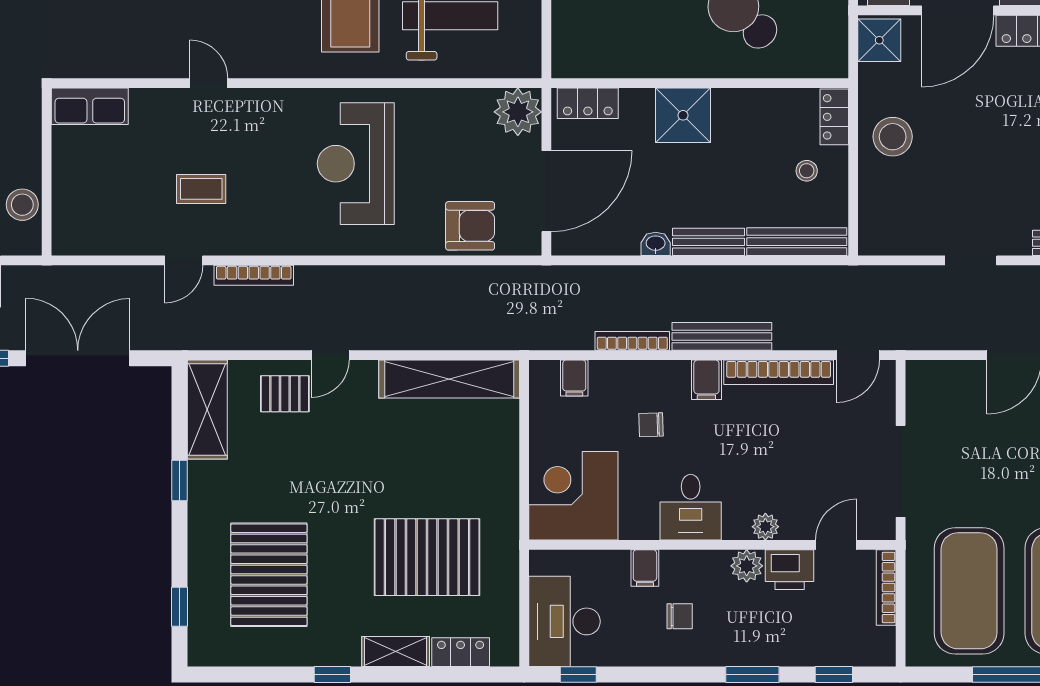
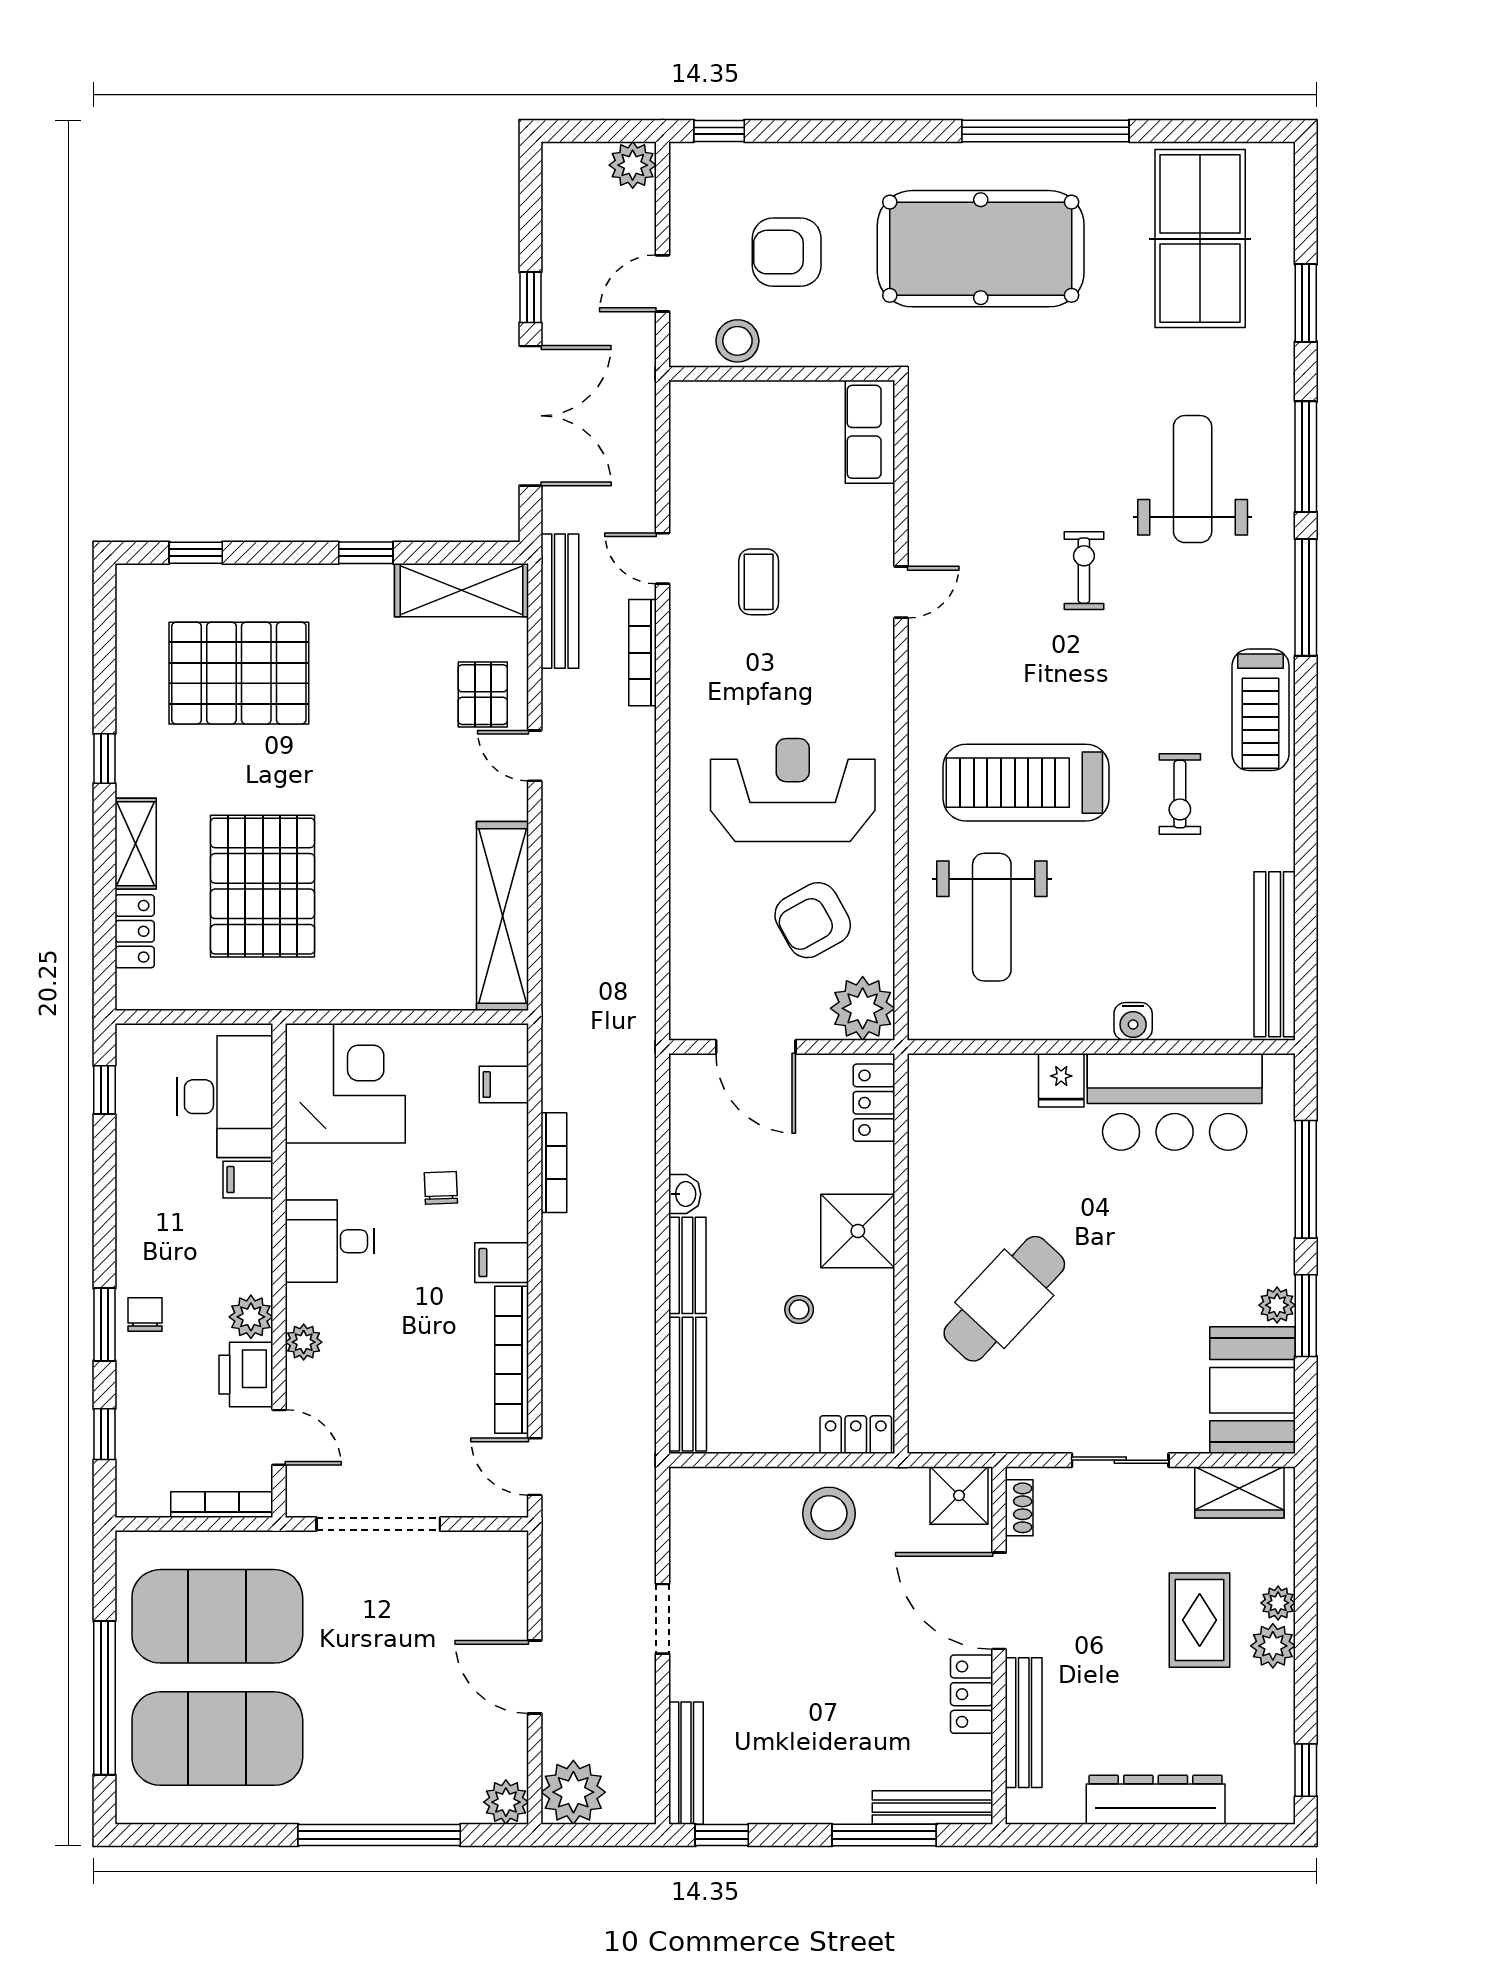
stool: (807, 171) -> (799, 1309), moved
door: (546, 191) -> (756, 1047), width x0.73
armchair: (470, 226) -> (813, 920), moved, turned 61
bench: (722, 336) -> (560, 601), moved
chair: (680, 616) -> (145, 1314), moved, turned 180
desk: (565, 621) -> (225, 1097), moved, turned 90

